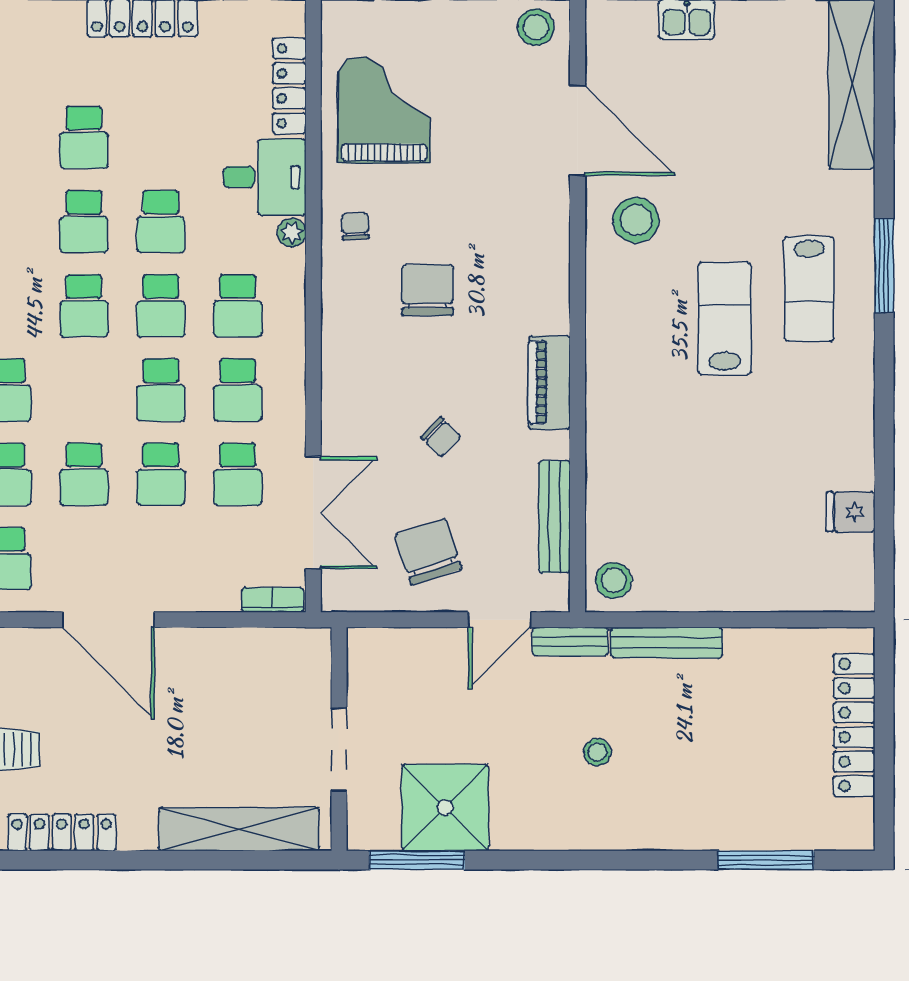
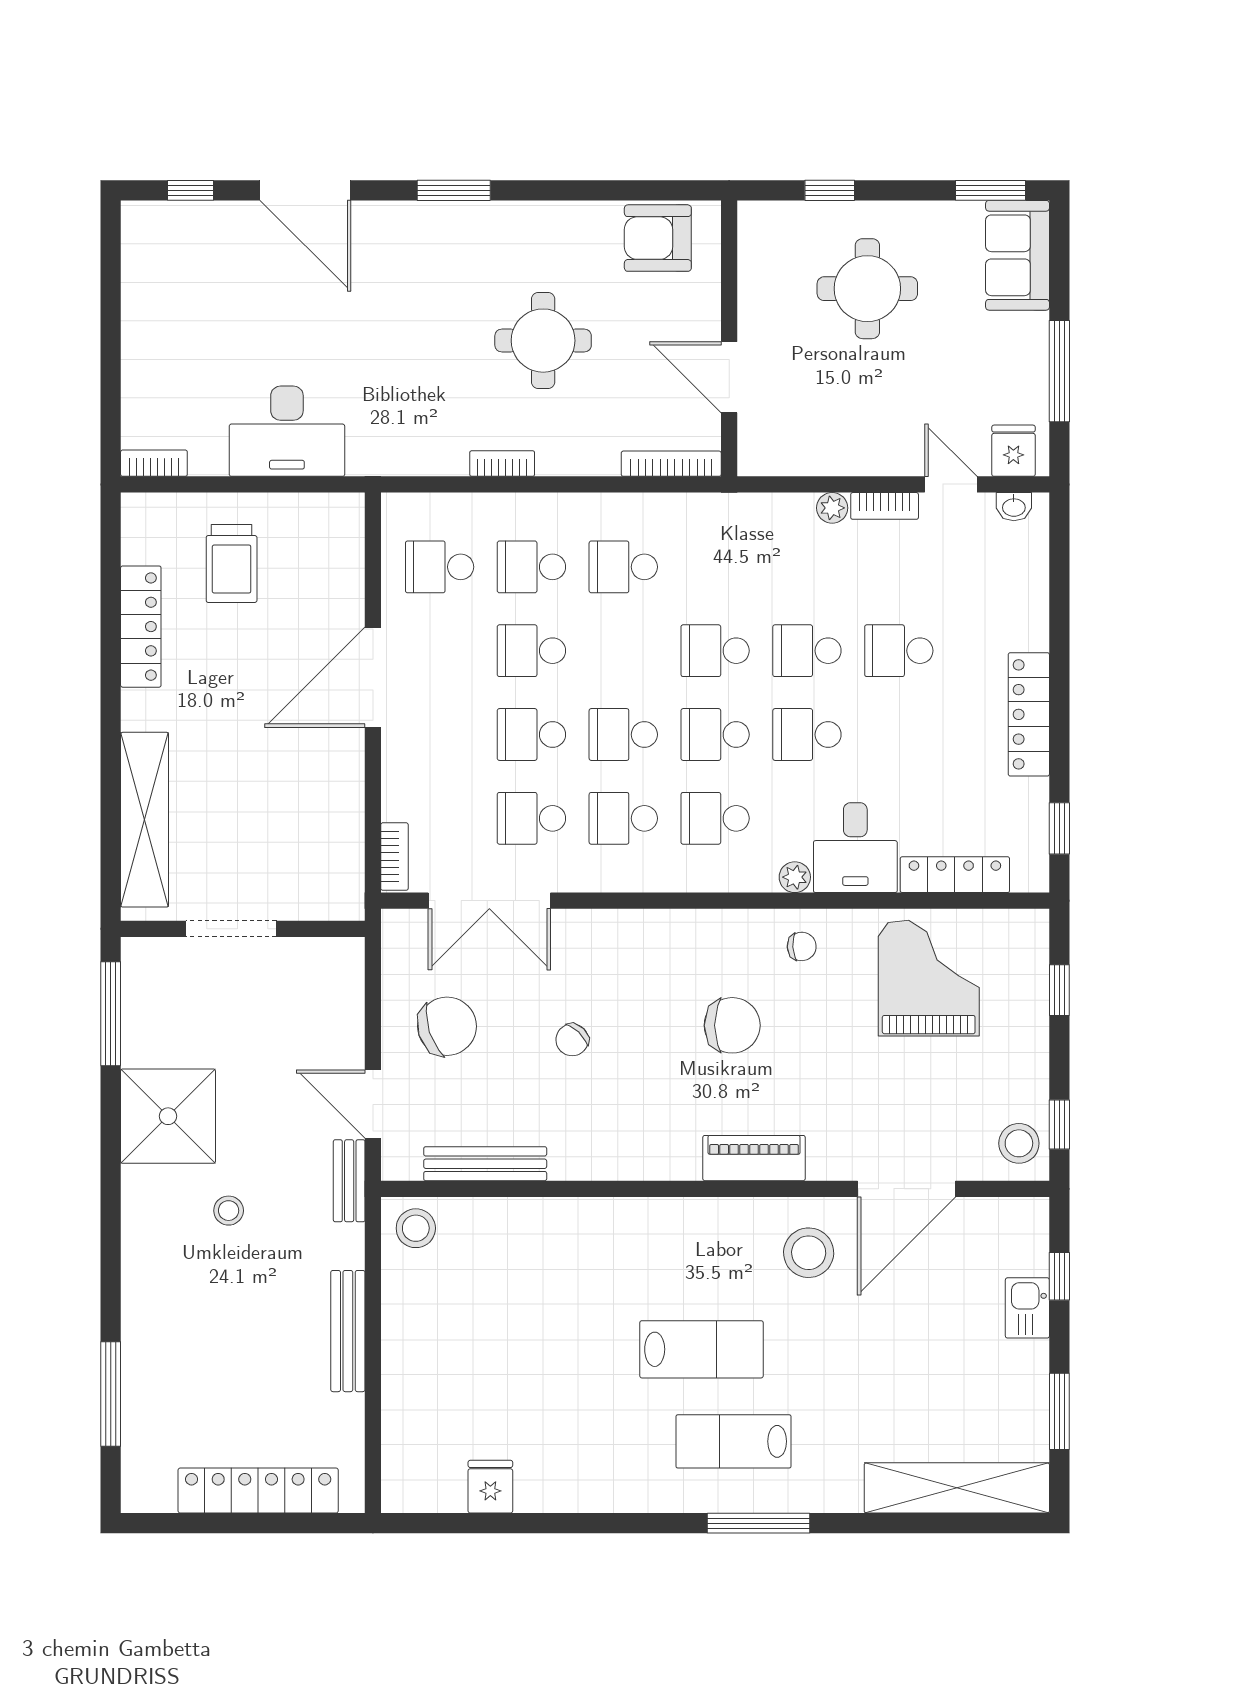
grand piano: (384, 110) -> (929, 978), turned -90
piano: (549, 382) -> (754, 1158), moved
bench: (667, 643) -> (348, 1331), moved
shower: (445, 808) -> (168, 1116), moved

